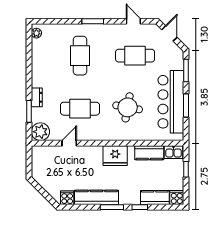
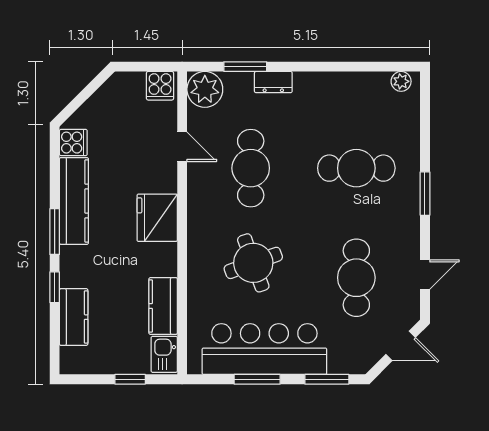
round table: (128, 107) -> (253, 263), turned -30
fridge: (115, 156) -> (157, 218), moved
cooker: (177, 198) -> (160, 86), moved, turned 90

